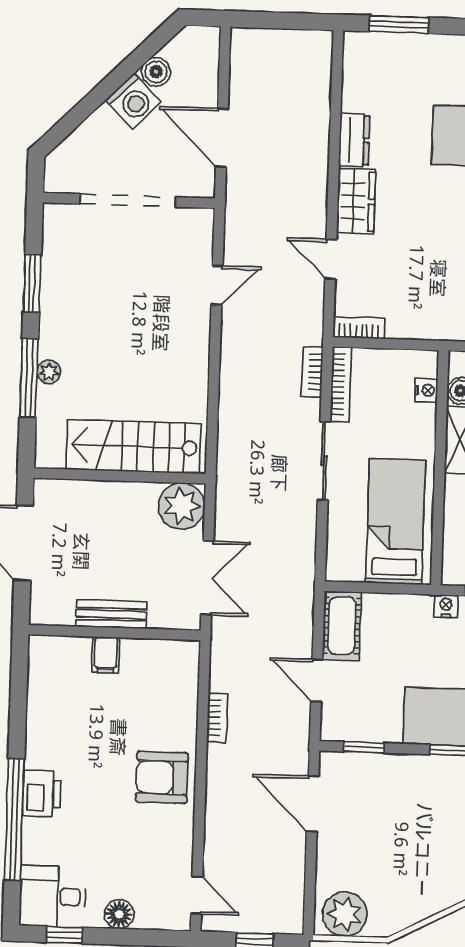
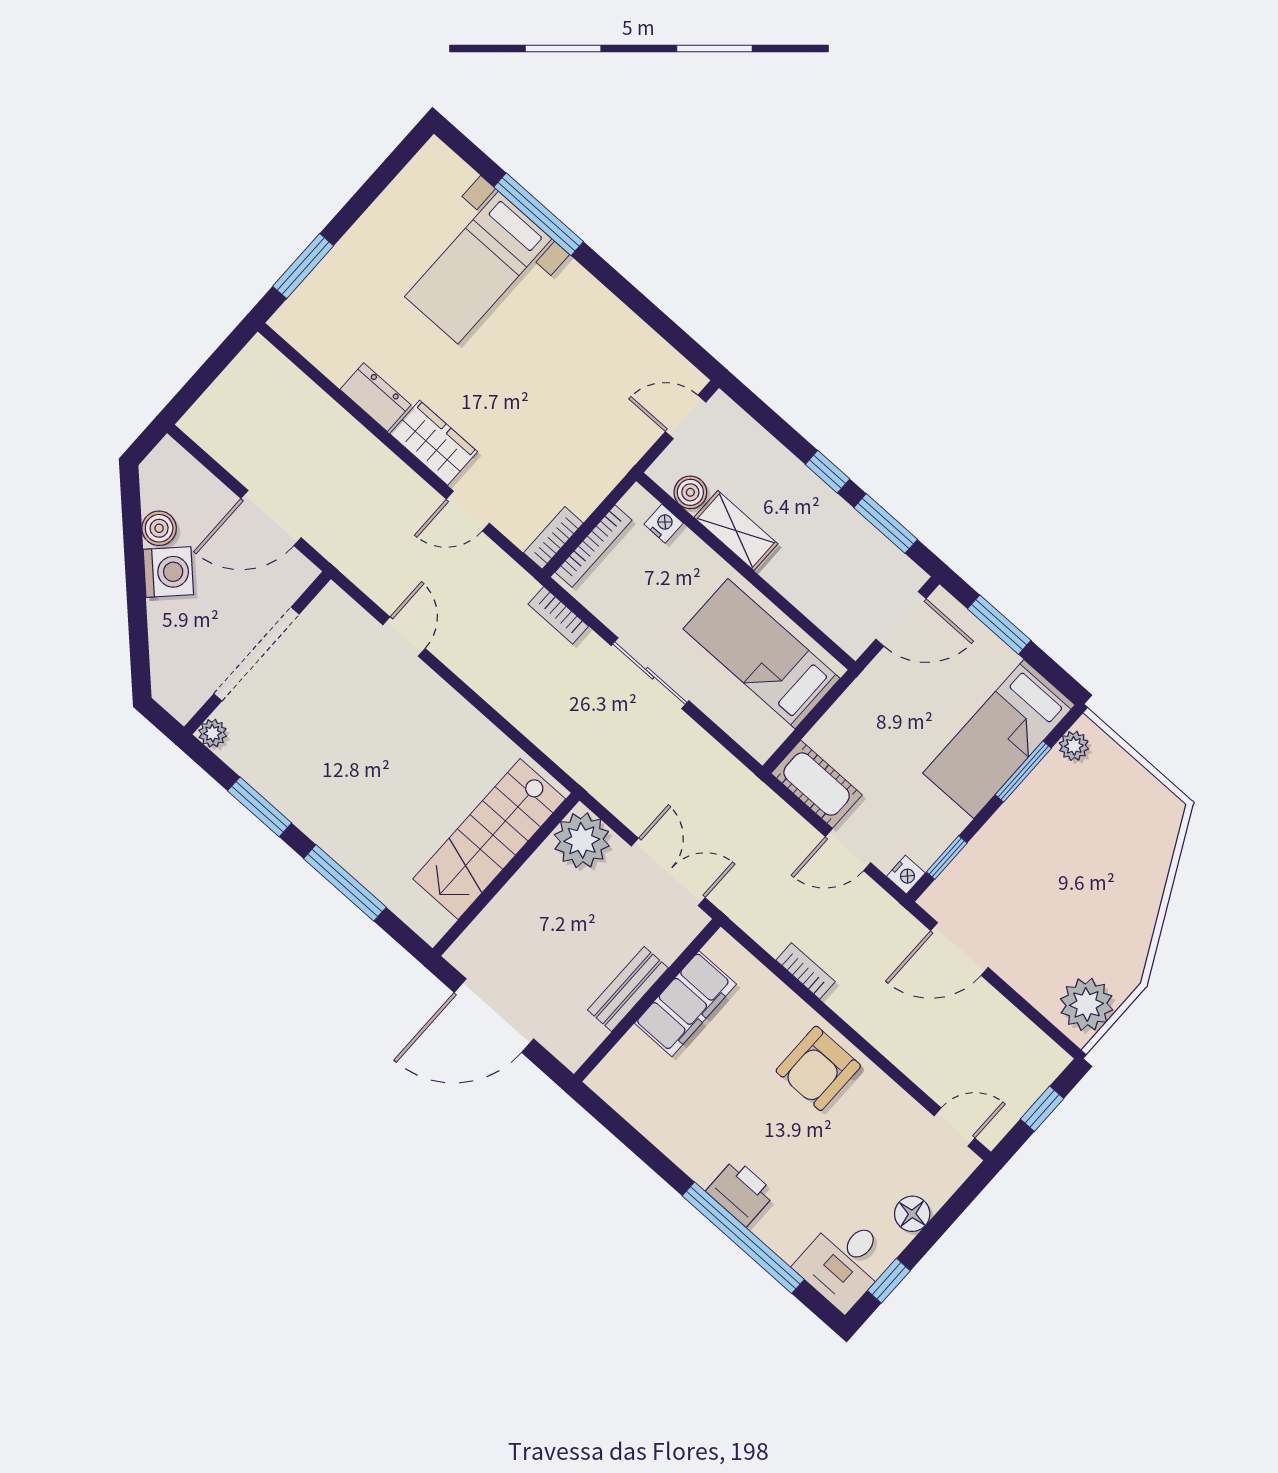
plant: (49, 372) -> (213, 733), moved
bookcase: (341, 384) -> (594, 546), moved, turned 90
nightstand: (446, 606) -> (906, 875), moved, turned 180
filing cabinet: (106, 655) -> (685, 1004), width x3.00, depth x1.17

